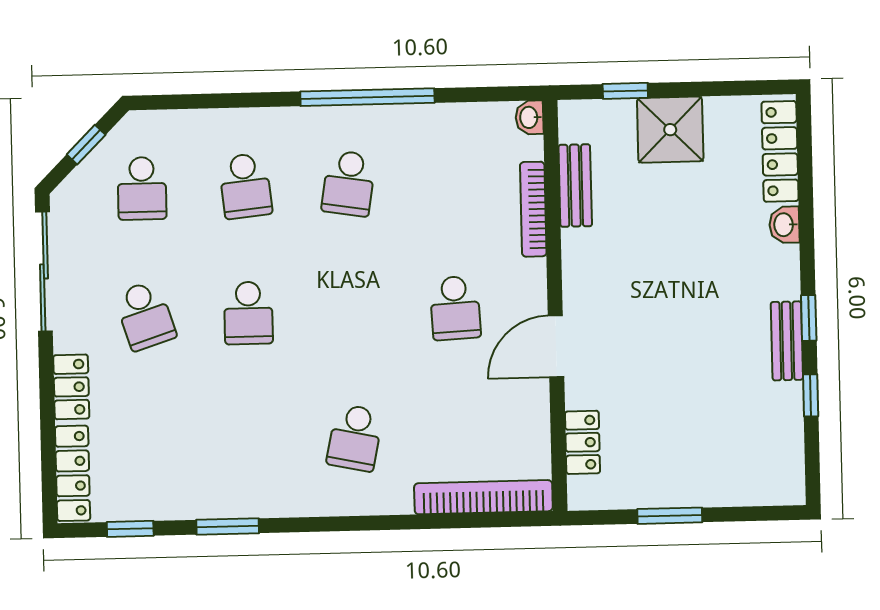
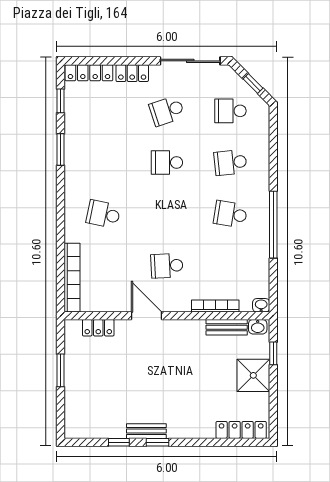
washbasin: (784, 225) -> (258, 327), moved, turned 180

